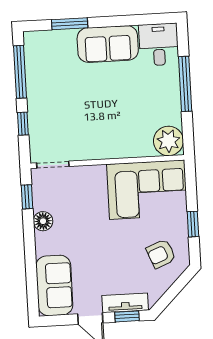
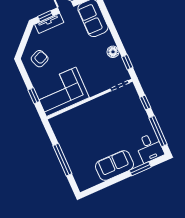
desk: (159, 44) -> (149, 148), moved
plant: (168, 141) -> (59, 124), removed
window: (193, 224) -> (34, 96), moved

